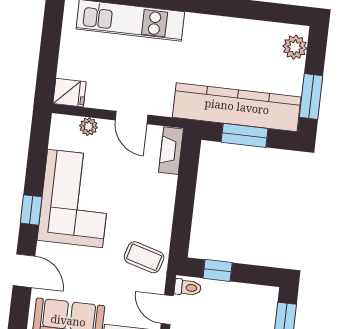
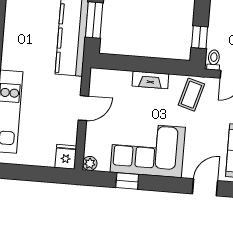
plant: (89, 127) -> (90, 163), moved
fireplace: (171, 151) -> (150, 80), moved
window: (31, 210) -> (127, 181), moved

